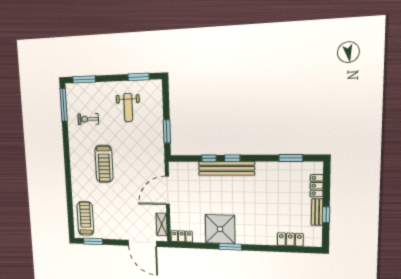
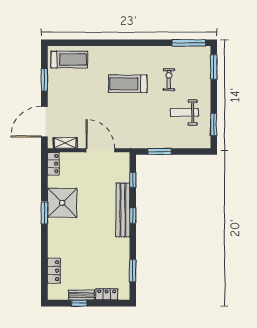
exercise bike: (88, 119) -> (169, 79), moved
window: (209, 158) -> (133, 180), moved
window: (93, 241) -> (44, 80), moved

